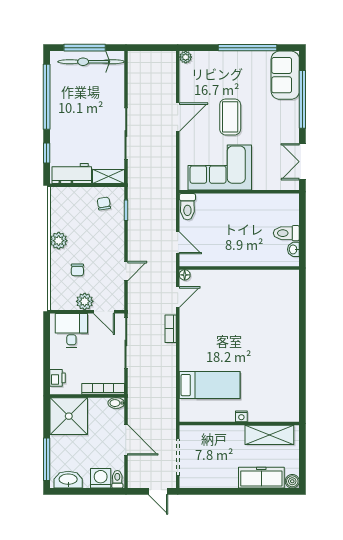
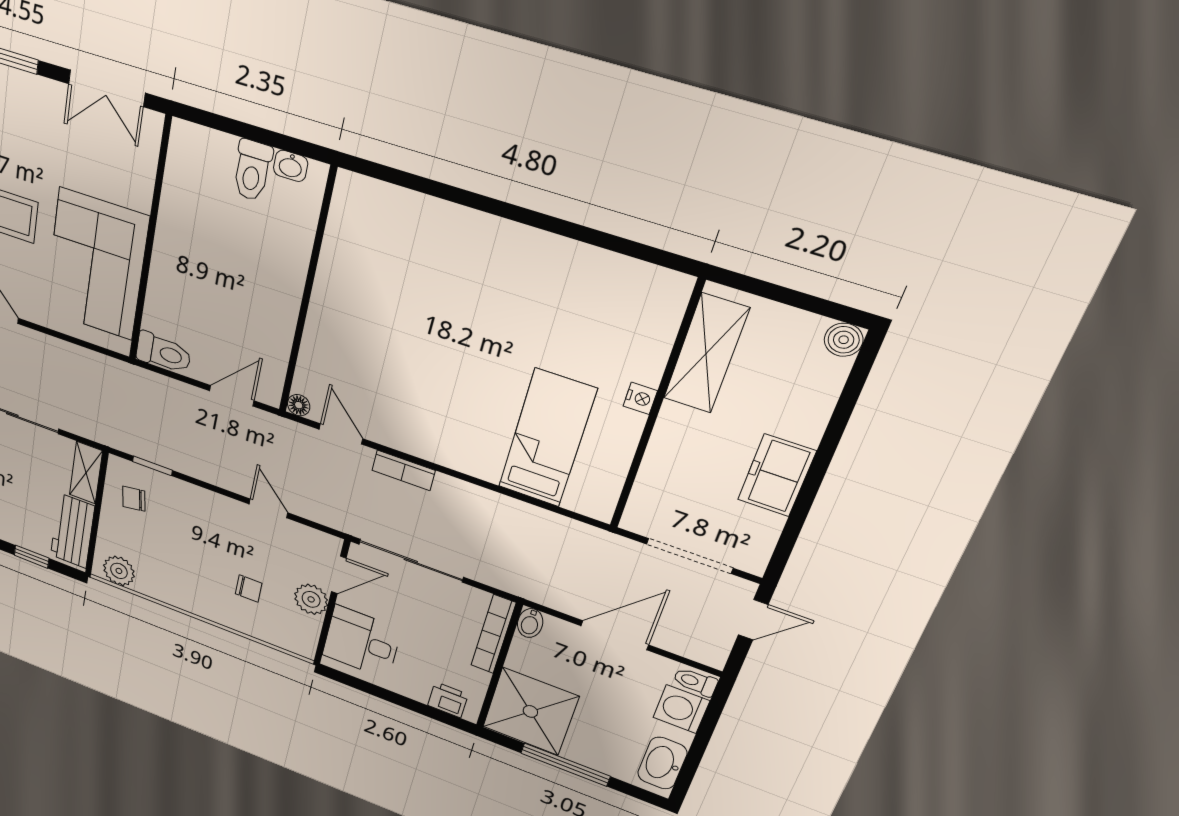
plant: (59, 241) -> (119, 571), moved
window: (47, 459) -> (565, 765), moved
freezer: (261, 478) -> (777, 475), moved, width x0.71

